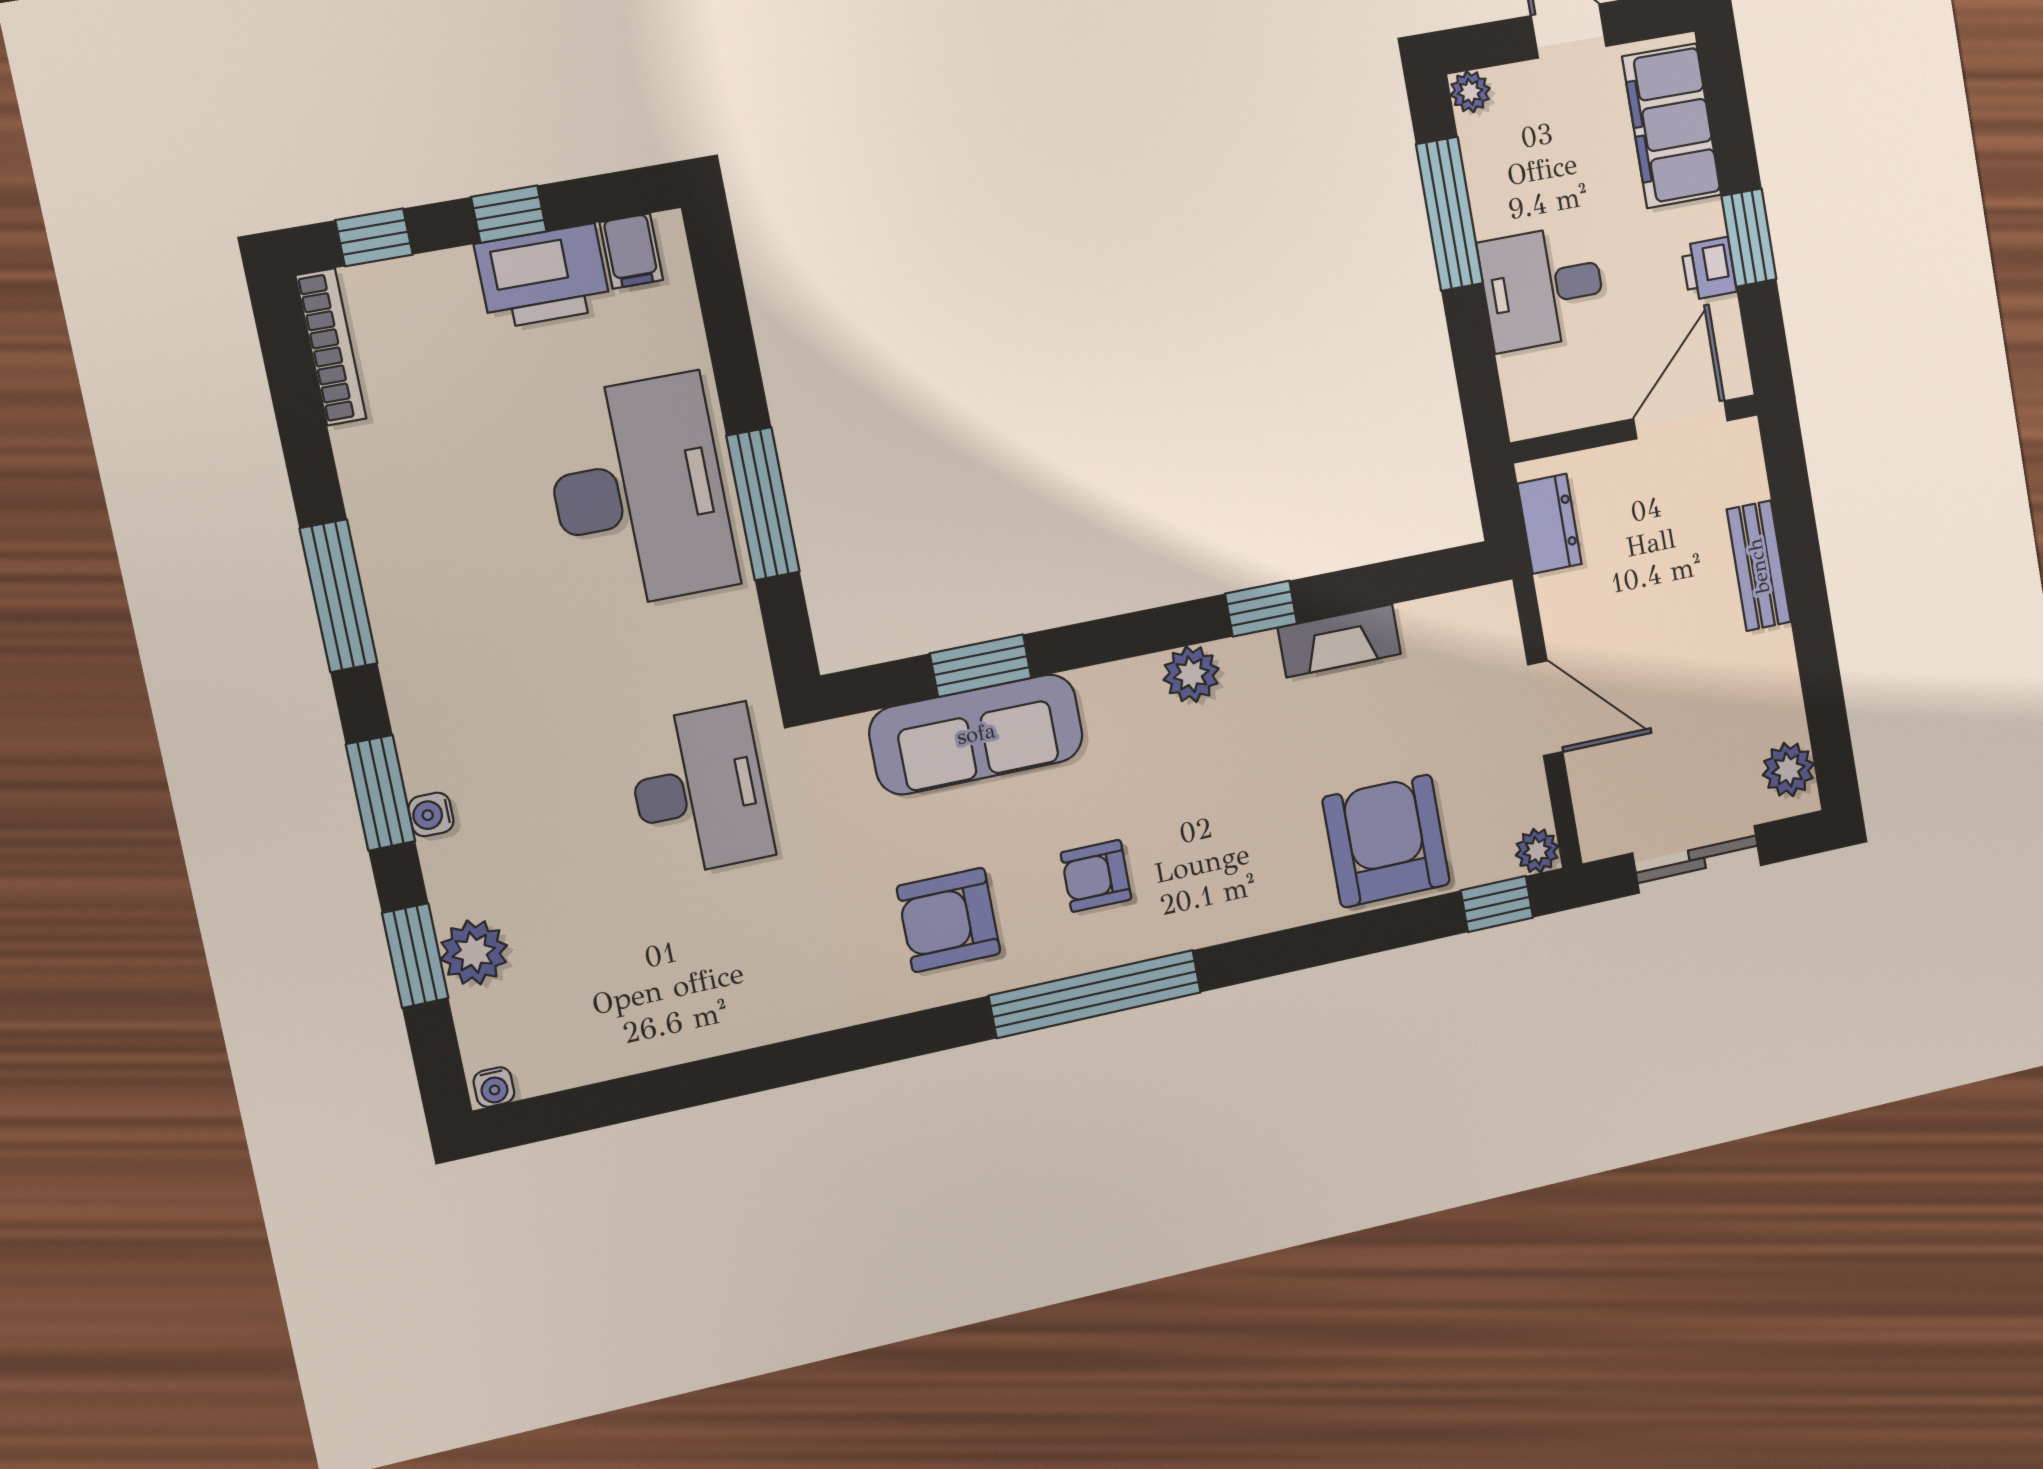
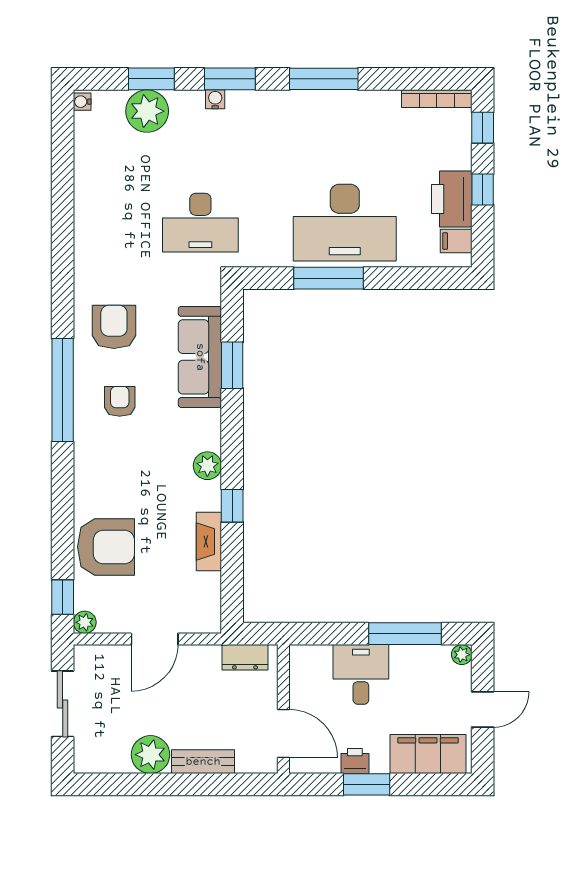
plant: (1788, 770) -> (150, 755), moved, width x1.36, depth x1.36
plant: (474, 952) -> (147, 111), width x1.36, depth x1.36

